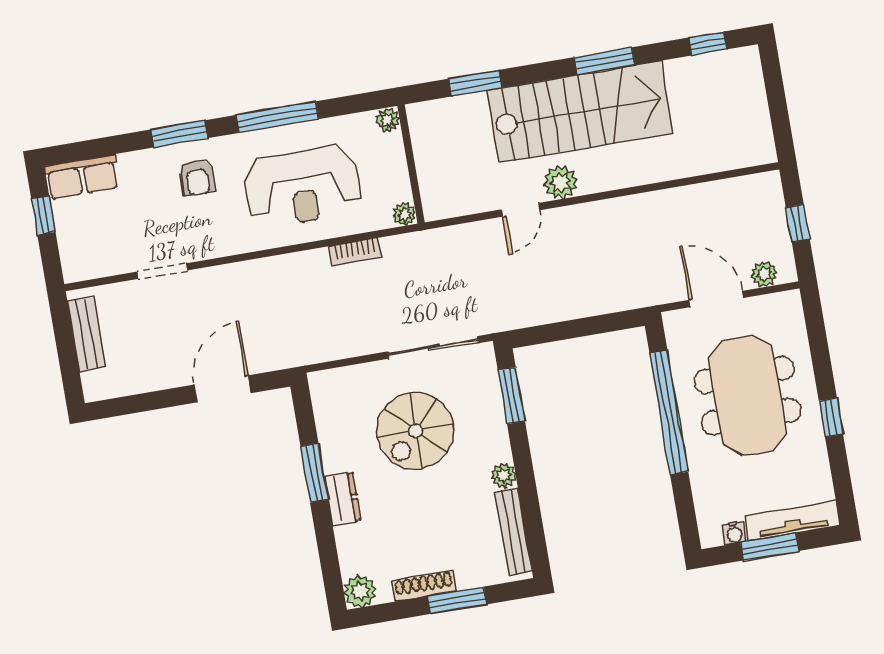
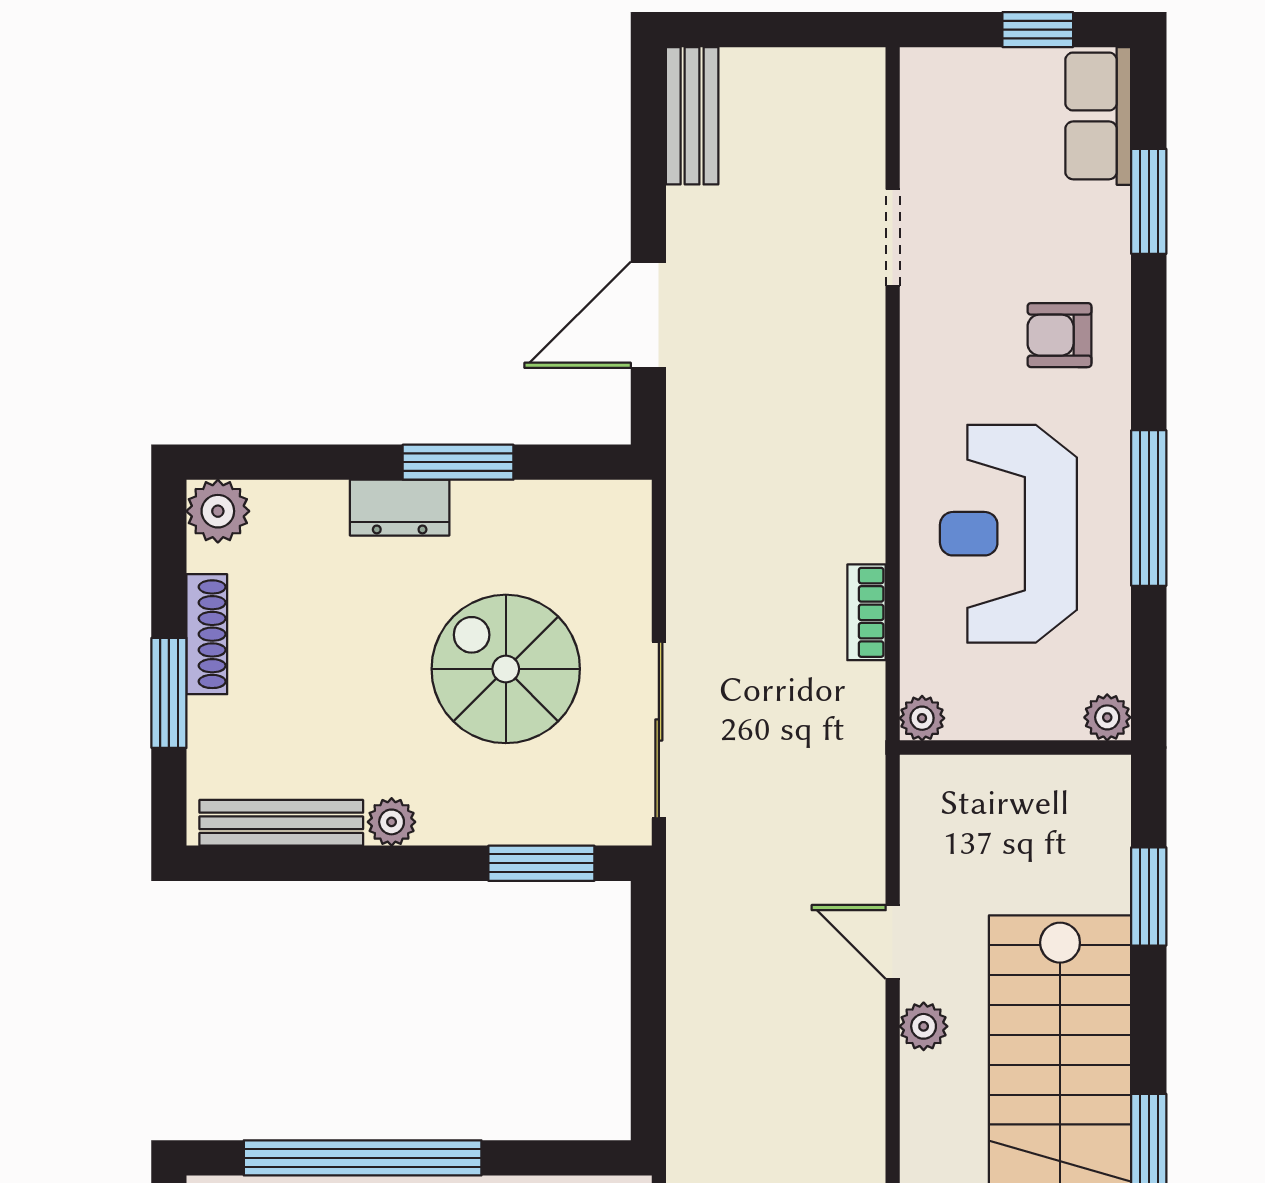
window: (179, 134) -> (1149, 201), moved
plant: (560, 182) -> (924, 1026), width x0.73, depth x0.73
bench: (87, 334) -> (692, 116), moved, turned 90
door: (223, 389) -> (648, 315), swing flipped
window: (669, 412) -> (363, 1158), moved

